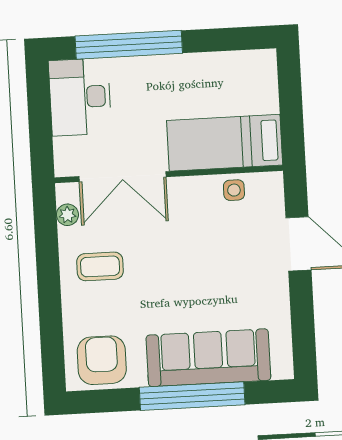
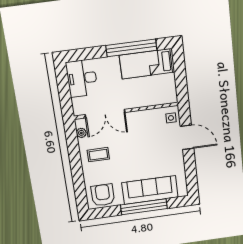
window: (129, 45) -> (131, 48), moved
bed: (225, 143) -> (147, 64), moved
side table: (234, 190) -> (171, 118), moved

